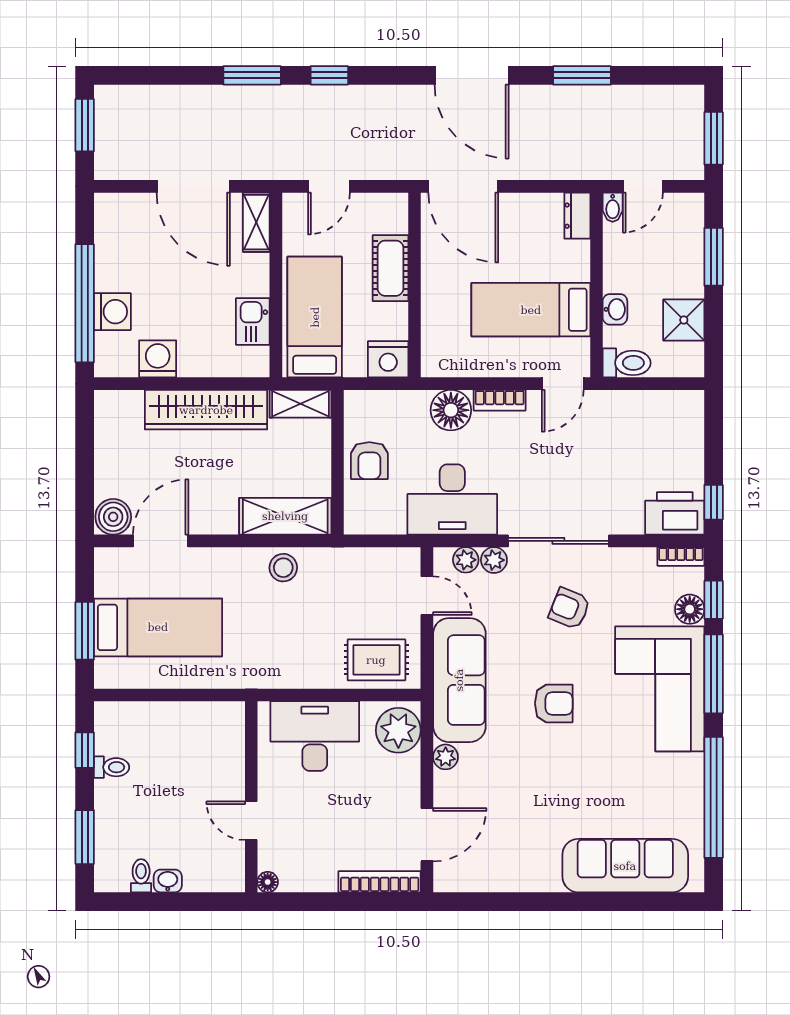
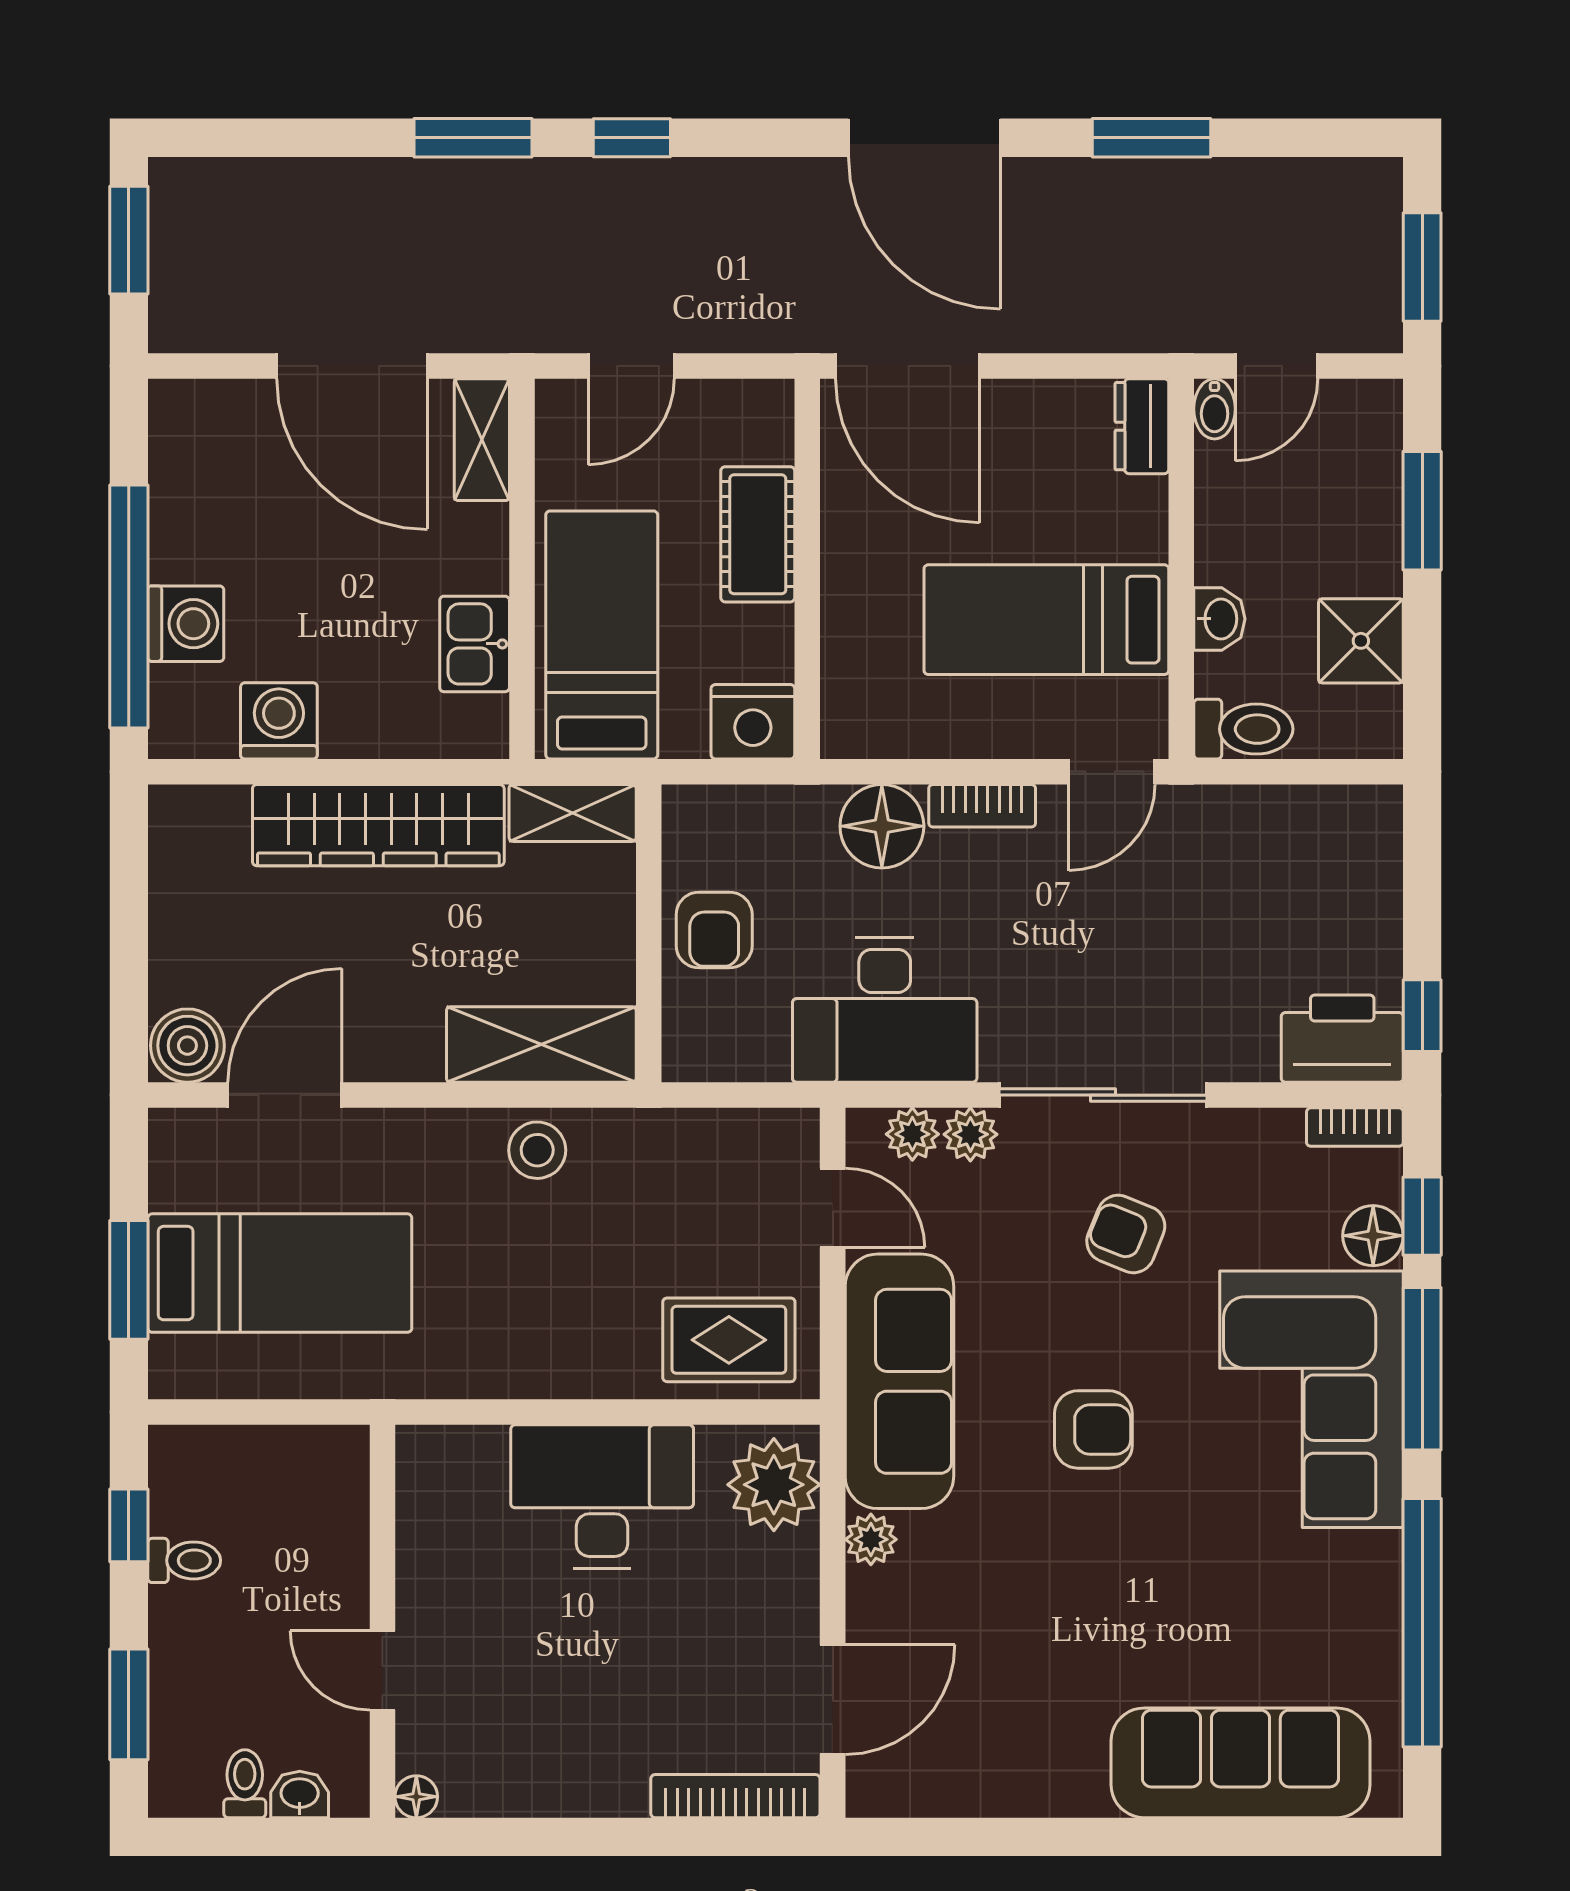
wall: (251, 797) -> (382, 1621), moved
door: (251, 821) -> (382, 1671), moved
floor lamp: (268, 882) -> (416, 1797), moved

